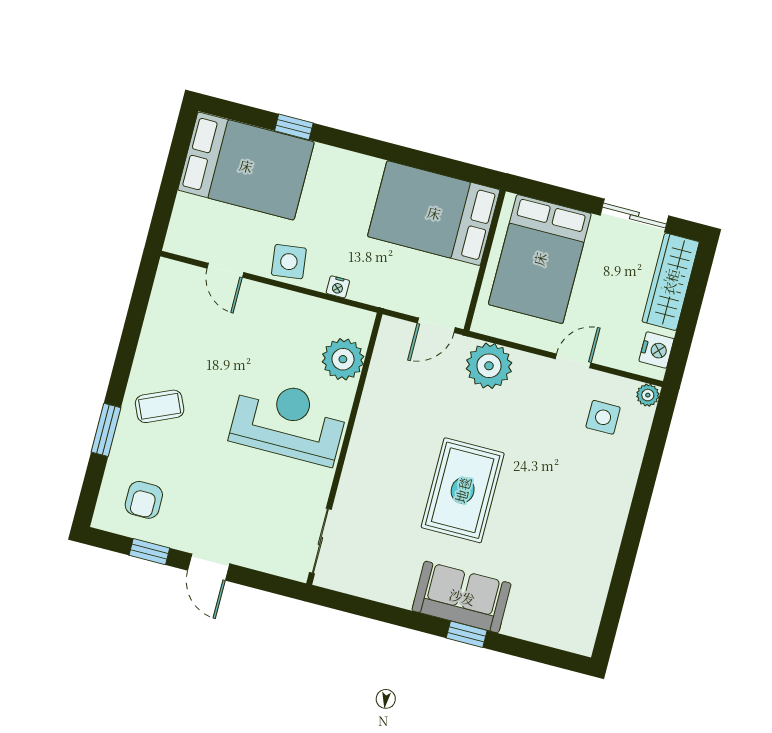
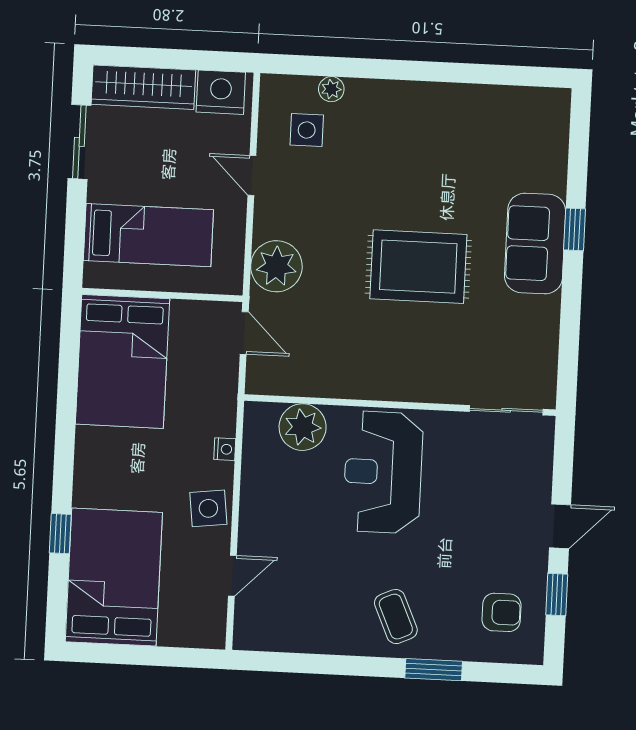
bed: (540, 259) -> (148, 235), width x0.67
nightstand: (656, 350) -> (221, 92), width x1.36, depth x1.33
plant: (648, 395) -> (331, 89), moved

